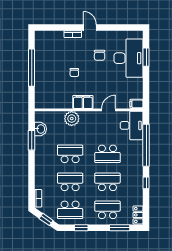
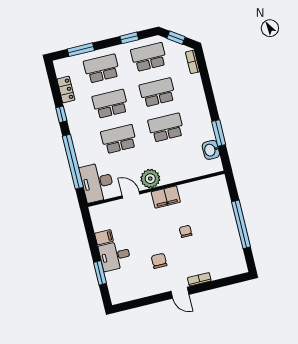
desk: (128, 58) -> (115, 256), width x0.53, depth x0.77
filing cabinet: (137, 104) -> (104, 237), moved
door: (109, 110) -> (131, 195), swing flipped
plant: (72, 119) -> (150, 179), moved
school desk: (70, 154) -> (166, 128), turned 180
school desk: (70, 182) -> (157, 92), turned 180
school desk: (107, 182) -> (110, 104), turned 180
school desk: (107, 210) -> (102, 69), turned 180
locker: (138, 215) -> (66, 90), moved

